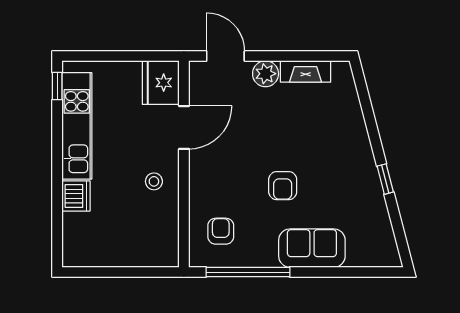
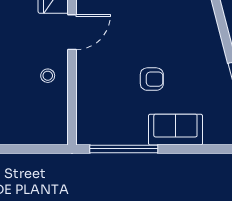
armchair: (283, 186) -> (152, 79), turned -90
armchair: (221, 231) -> (102, 116), removed

